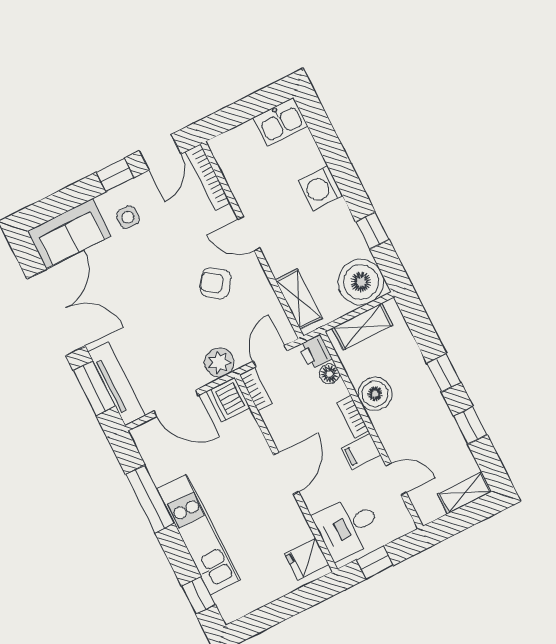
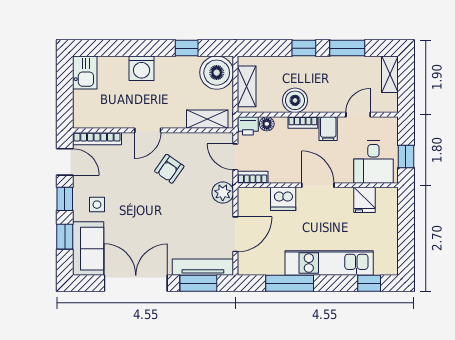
window: (69, 198) -> (65, 237), added
dishwasher: (228, 400) -> (283, 199), moved
window: (470, 425) -> (347, 48), width x1.50
fridge: (307, 559) -> (365, 200), moved

